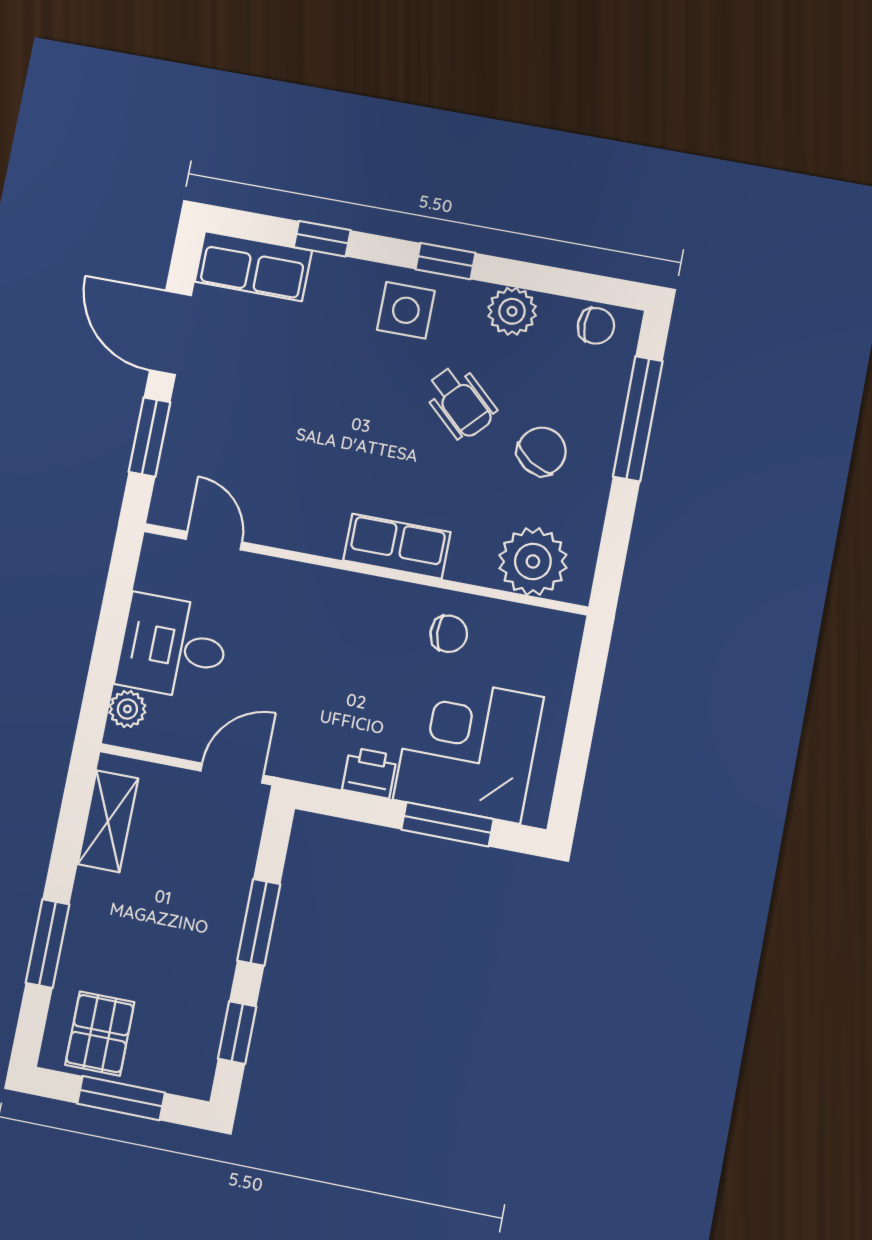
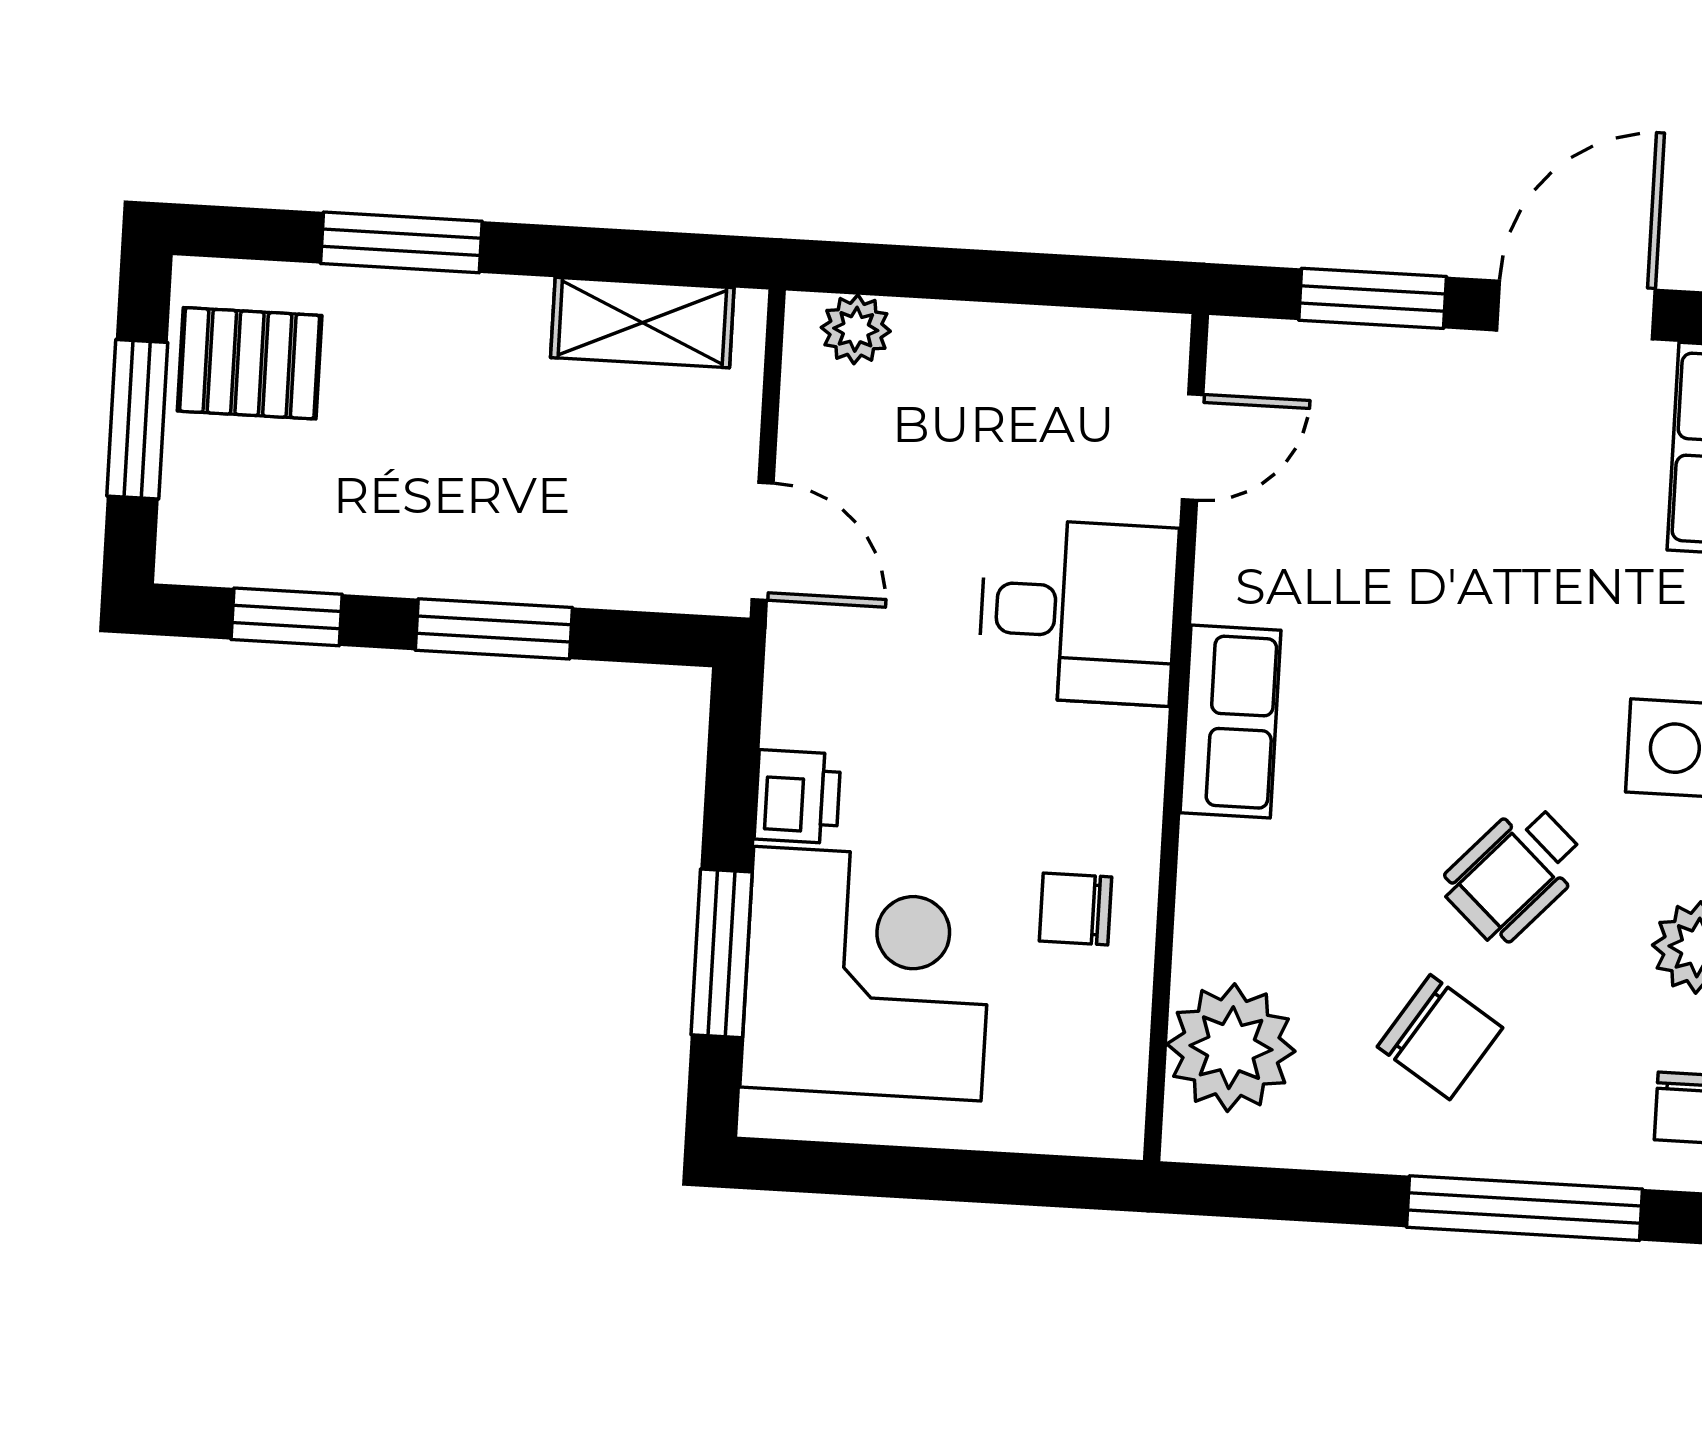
row of seats: (397, 546) -> (1231, 721), moved
chair: (449, 634) -> (1075, 909), turned 94
desk: (173, 647) -> (1078, 612), moved, turned 90

